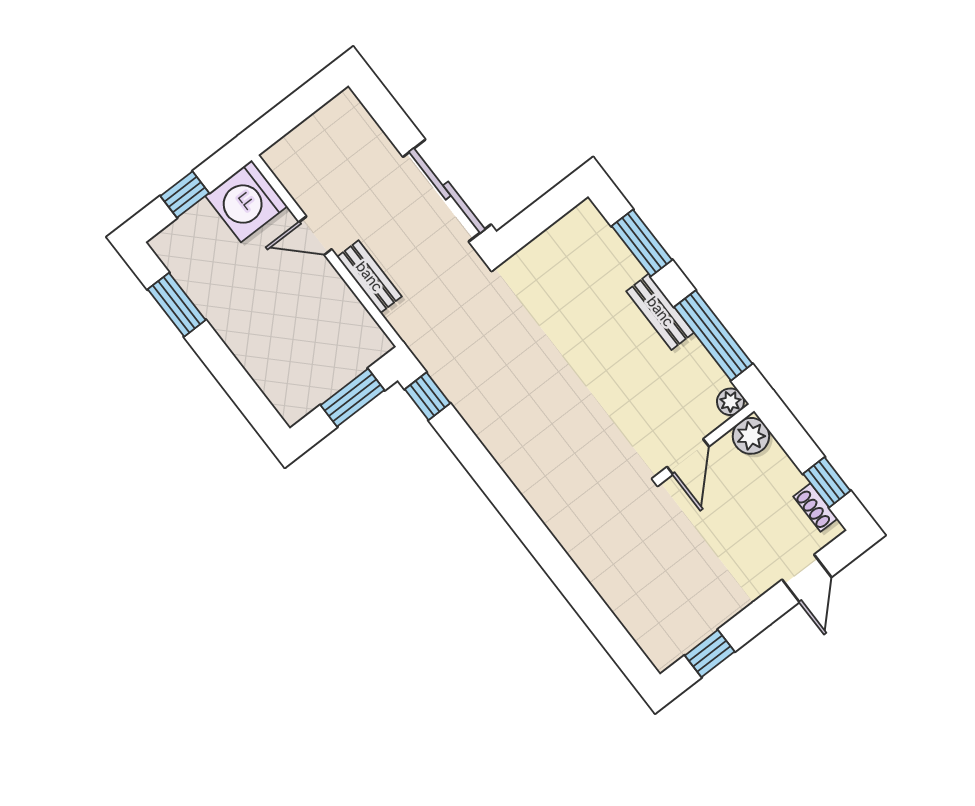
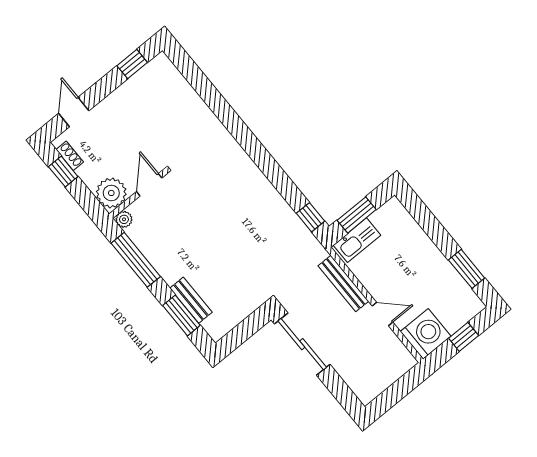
bench: (369, 277) -> (343, 284), width x1.36
bench: (660, 312) -> (191, 300), moved
kitchen sink: (353, 357) -> (357, 240), added
plant: (751, 436) -> (111, 193), width x1.36, depth x1.36

